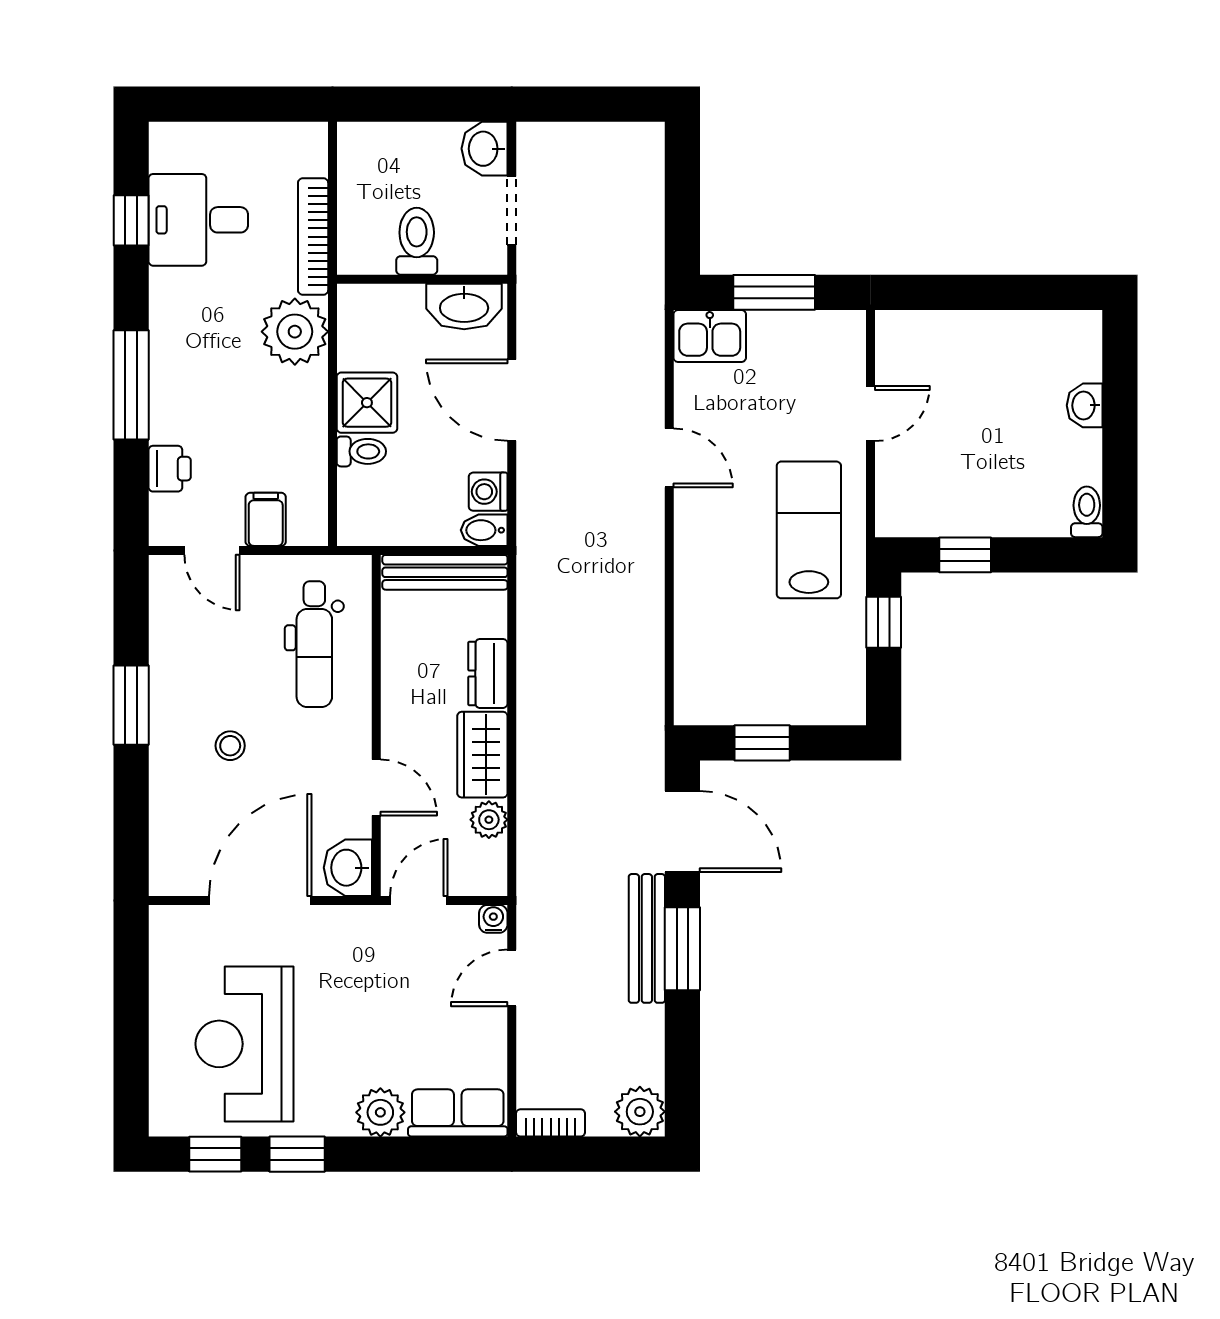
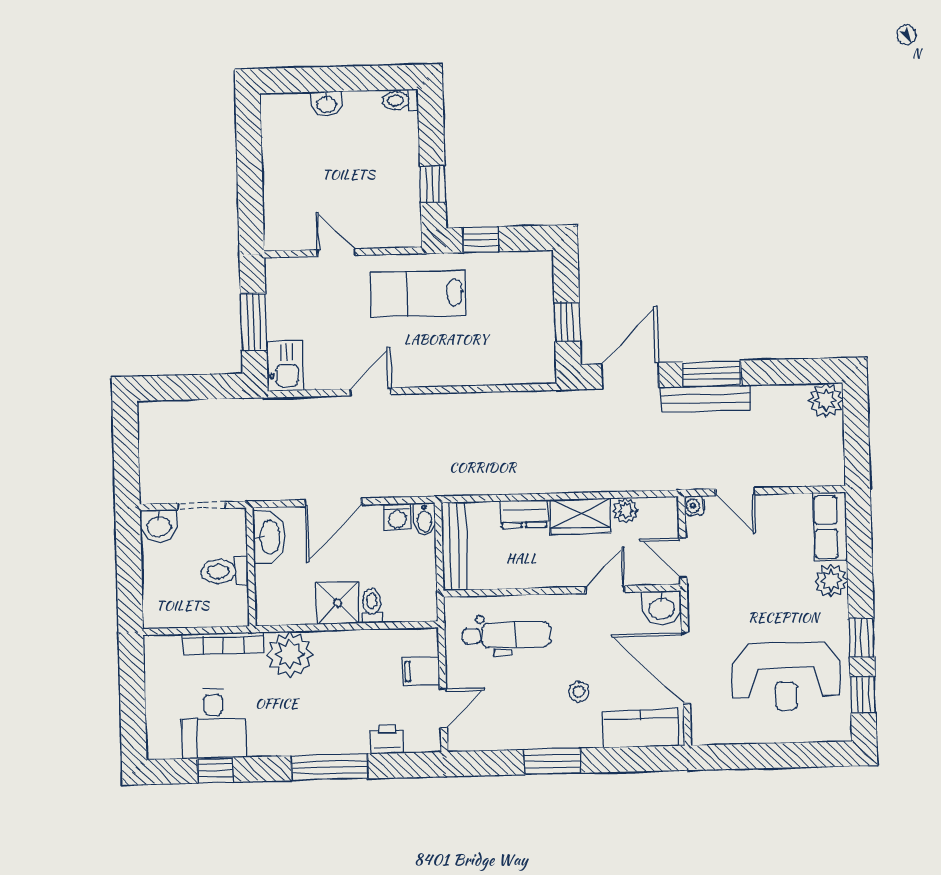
kitchen counter: (176, 833) -> (641, 728), added
bookcase: (551, 1123) -> (835, 462), removed

